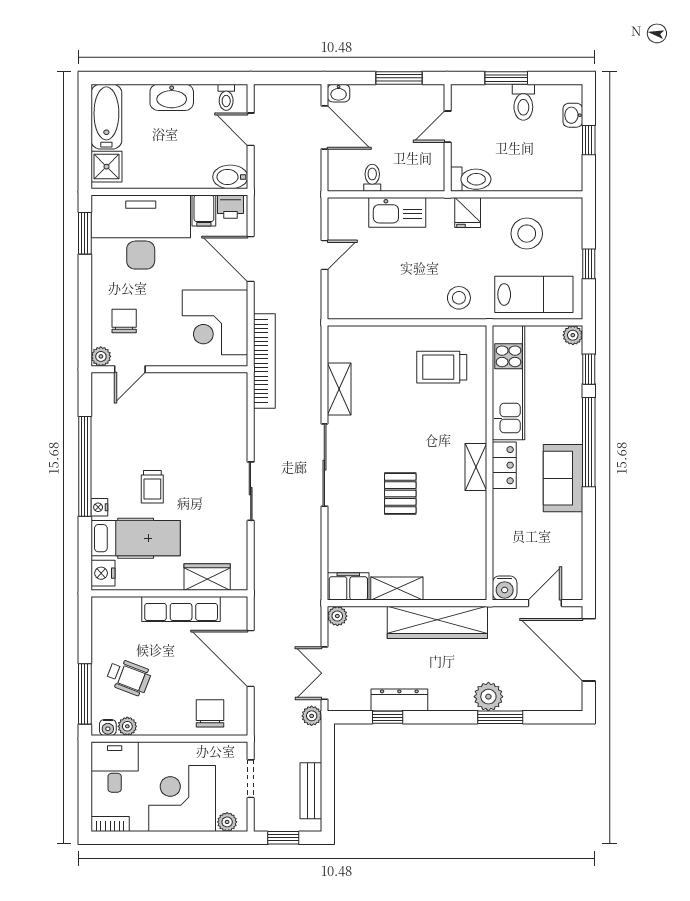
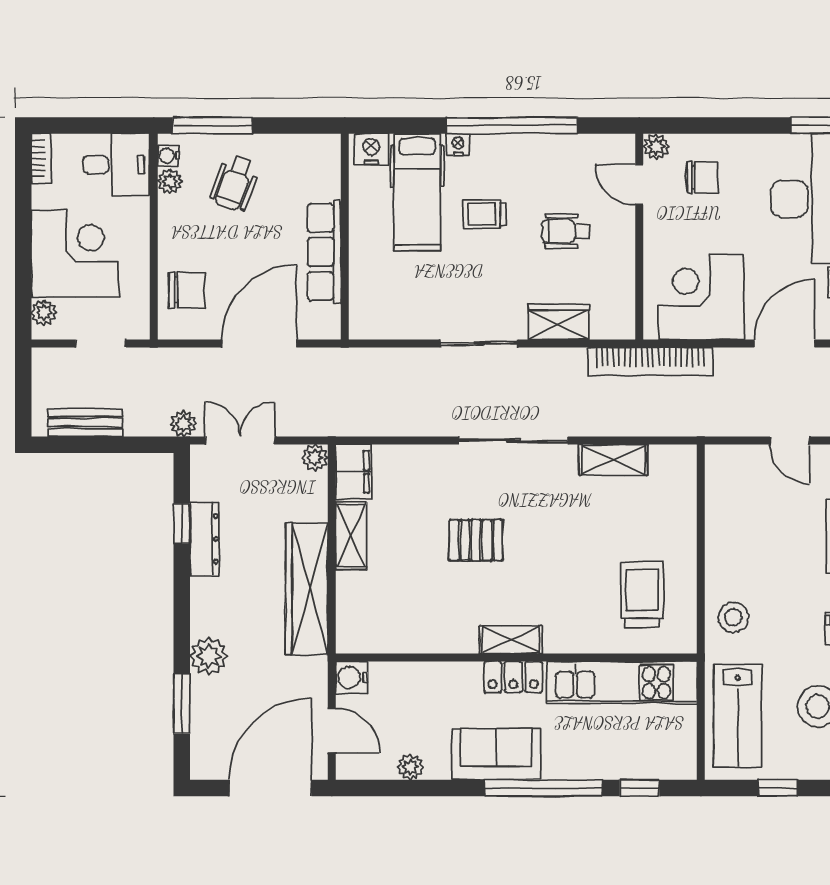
plant: (573, 335) -> (410, 767), moved
wheelchair: (165, 425) -> (566, 231), added
wardrobe: (207, 577) -> (559, 322), moved, turned -90
window: (500, 717) -> (182, 704), moved
window: (283, 838) -> (23, 386), removed

